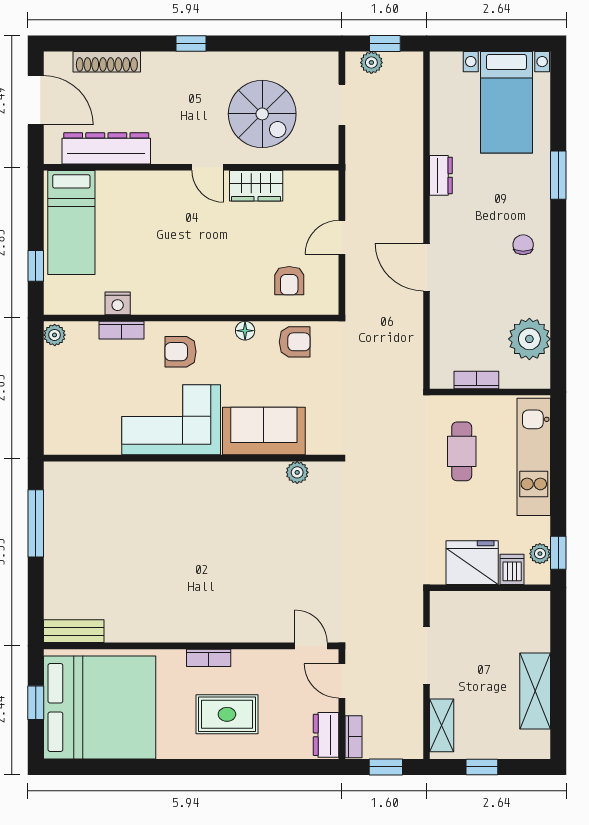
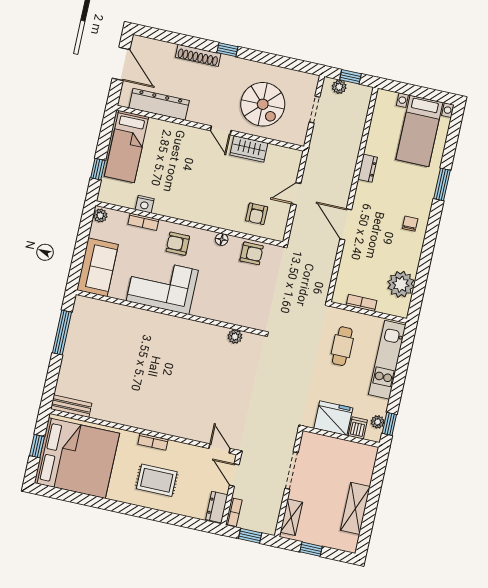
shoe rack: (107, 62) -> (198, 55), moved
sofa: (264, 431) -> (97, 267), moved, turned 90

